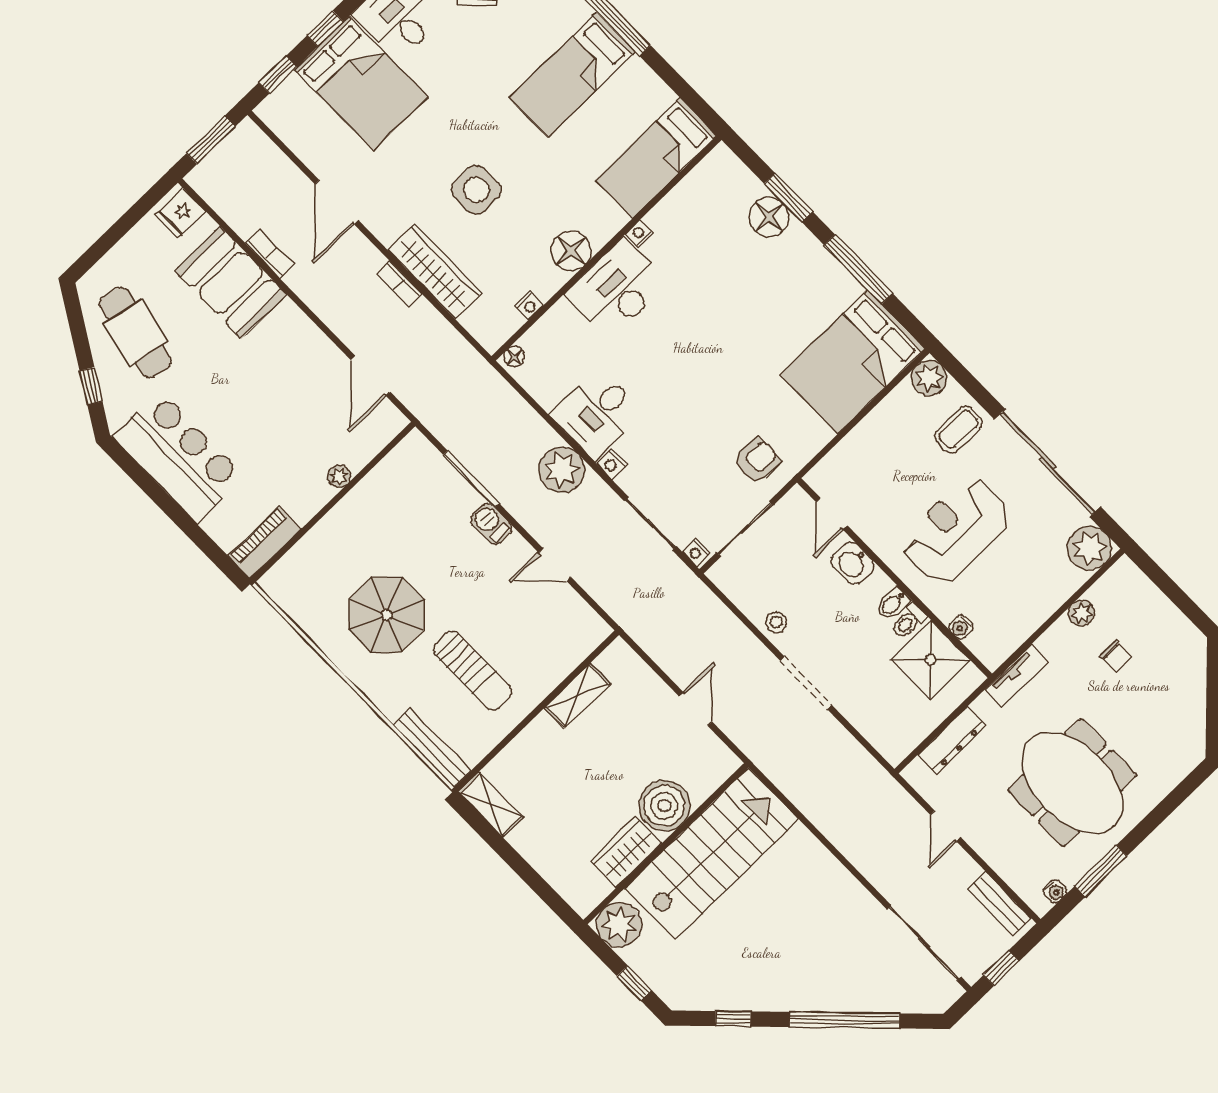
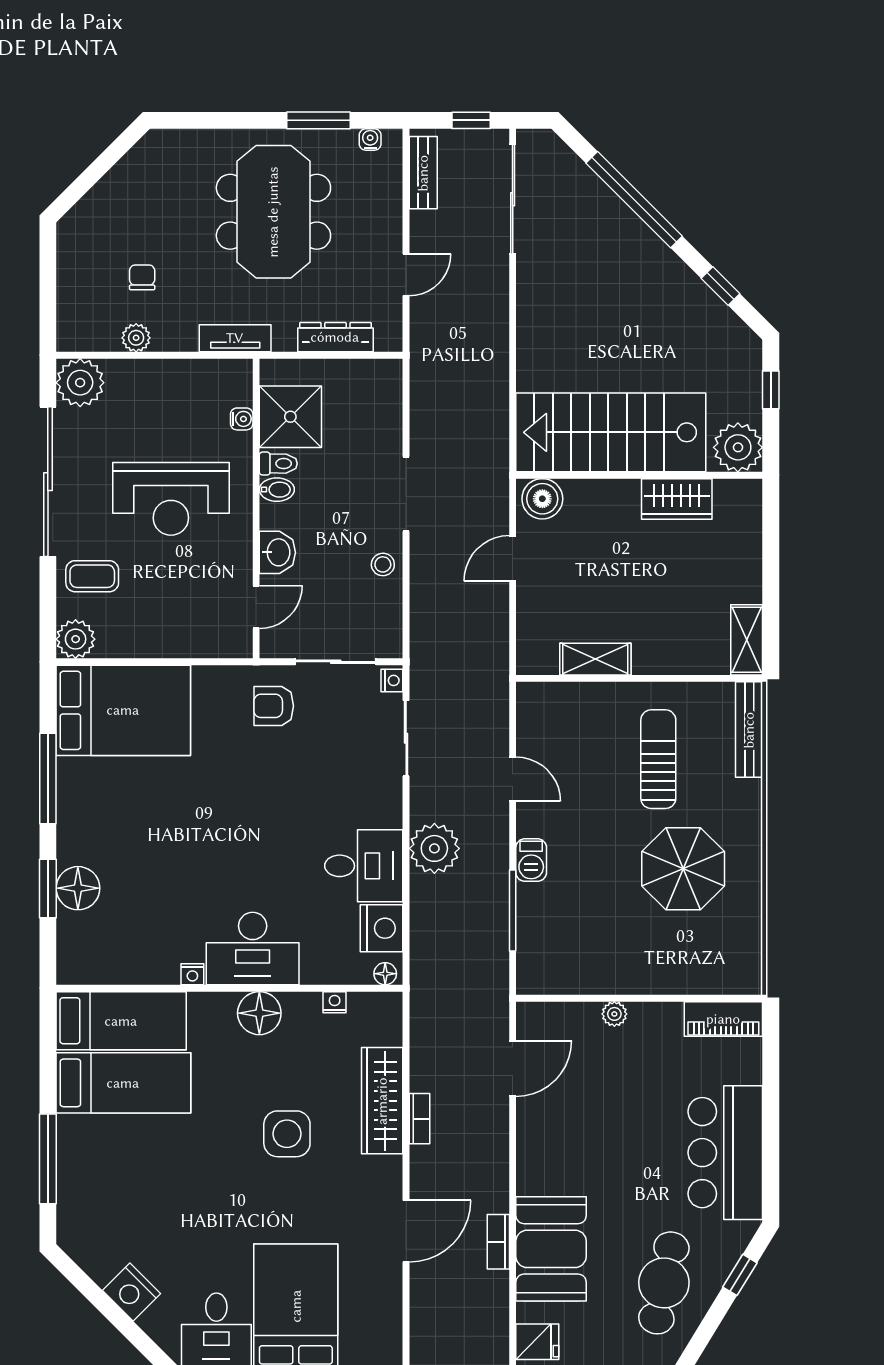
bed: (572, 75) -> (123, 1083), moved
nightstand: (612, 464) -> (382, 928), moved, width x1.89, depth x1.79
boiler: (664, 806) -> (542, 499), moved, width x0.73, depth x0.73

